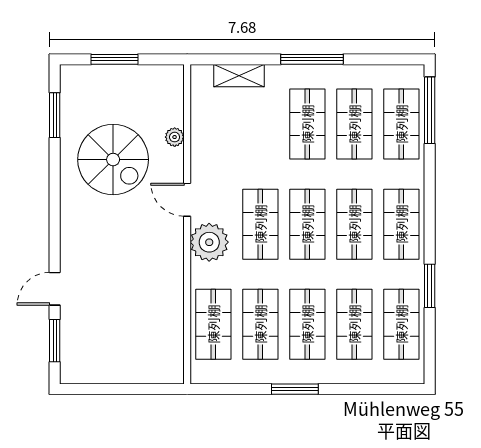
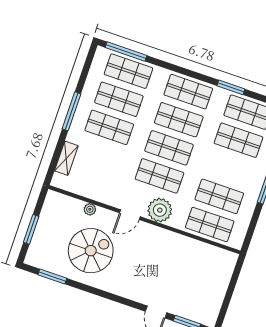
shop shelf: (307, 324) -> (229, 168), removed

